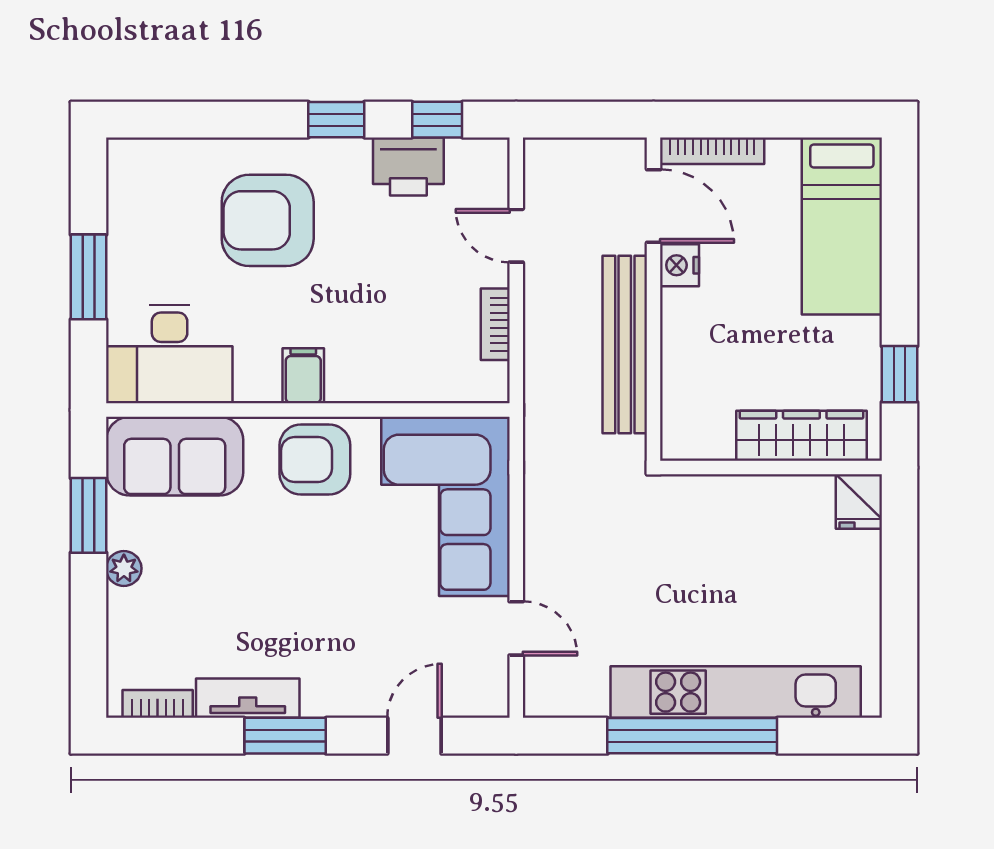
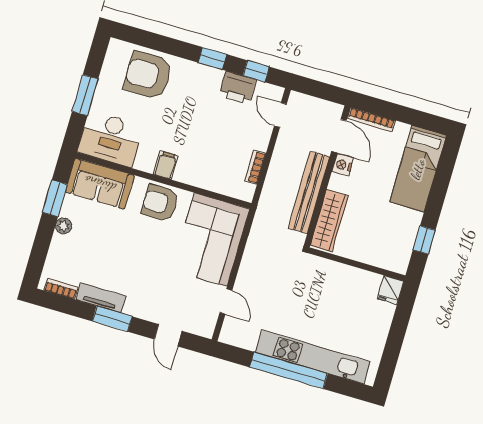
armchair: (268, 220) -> (148, 75), moved
door: (516, 236) -> (280, 115), moved
wardrobe: (801, 436) -> (329, 221), moved, turned 90
door: (414, 736) -> (168, 335), swing flipped

